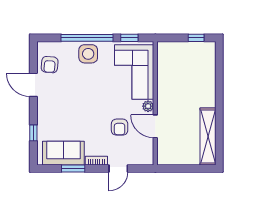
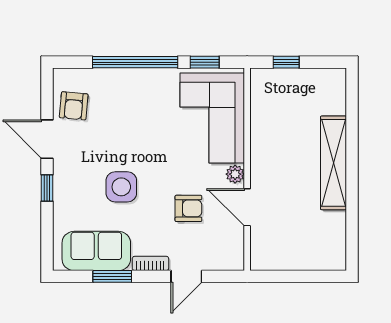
window: (196, 38) -> (286, 62), moved
side table: (88, 54) -> (121, 187), moved
armchair: (120, 127) -> (188, 208), turned -90
window: (33, 133) -> (47, 188), moved
shelving: (208, 136) -> (334, 163), moved

